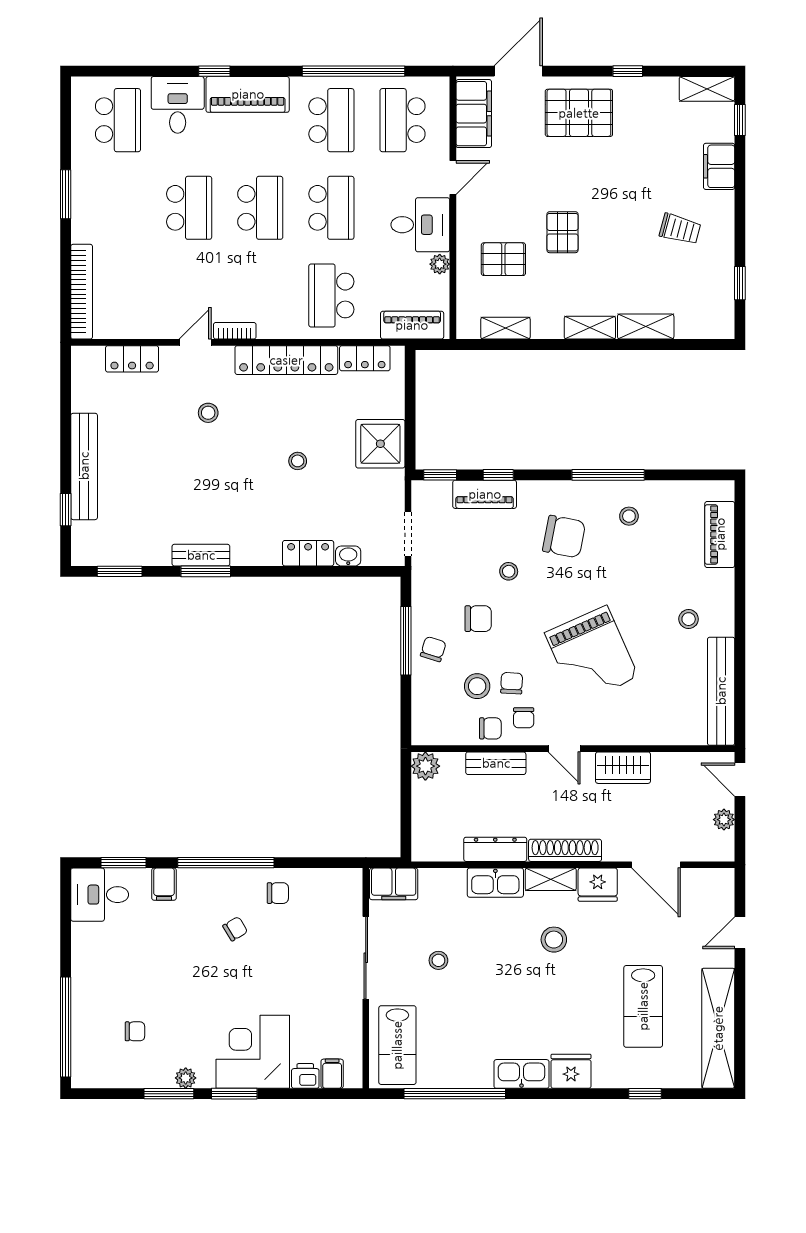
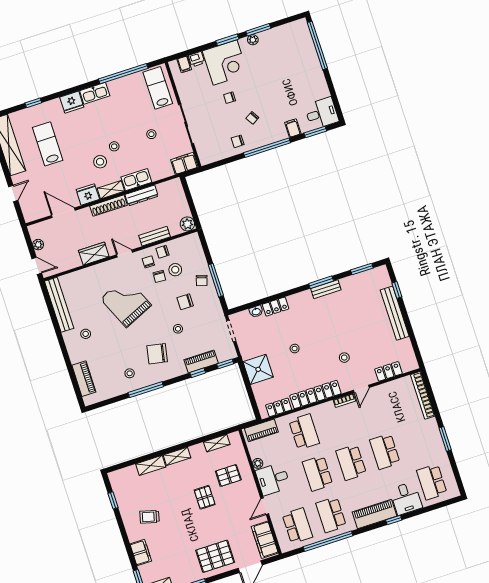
stool: (517, 960) -> (114, 146), added
chair: (135, 1031) -> (230, 98), moved

